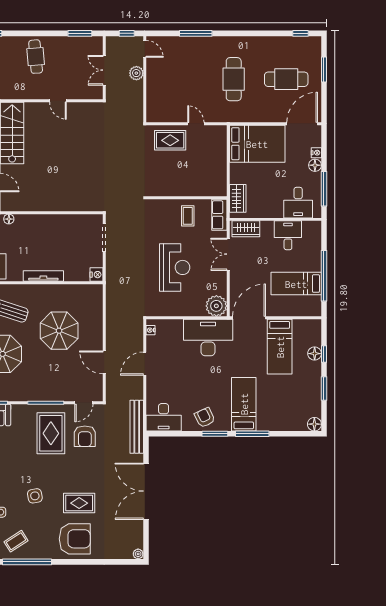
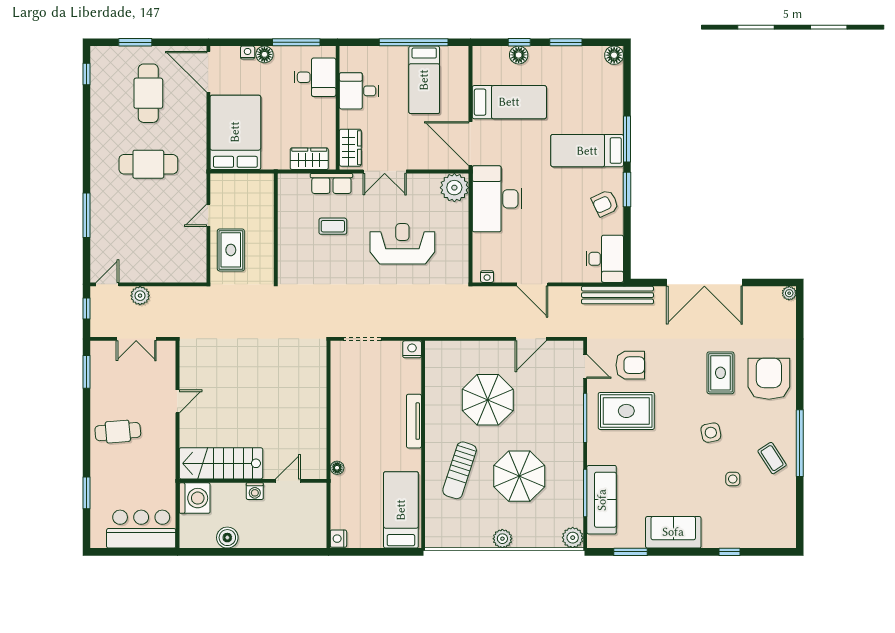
wall: (186, 198) -> (276, 228), moved

